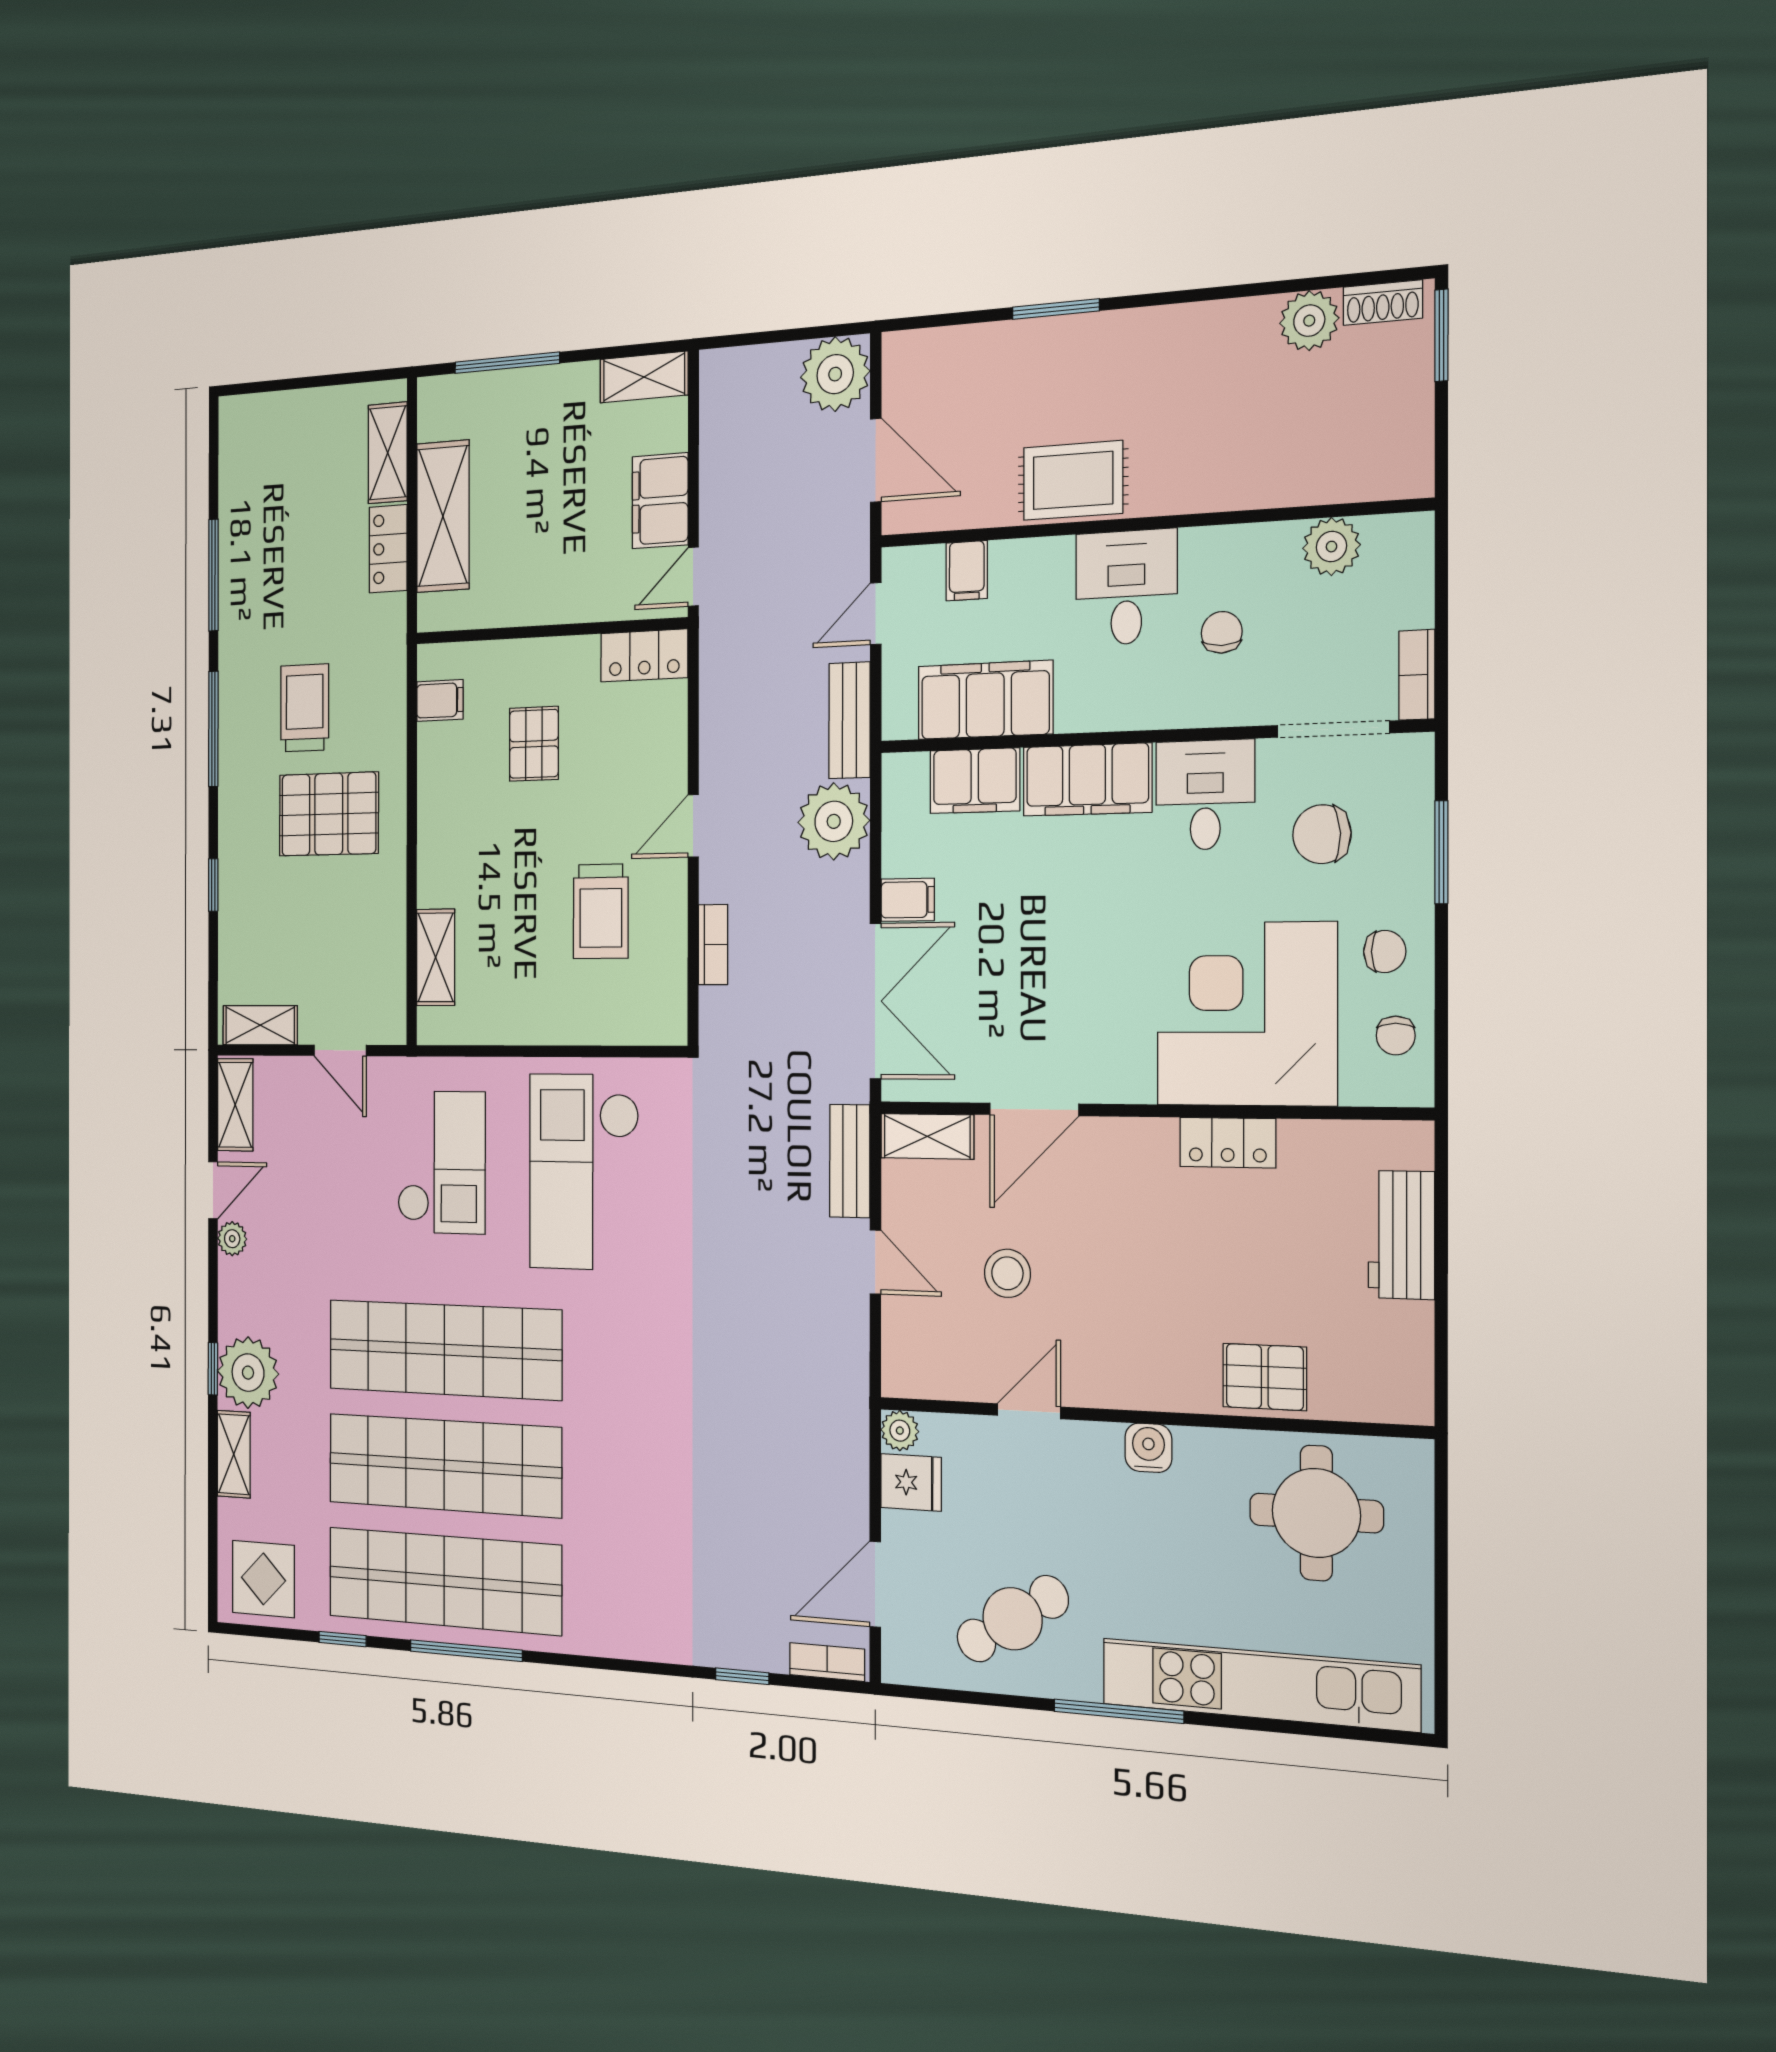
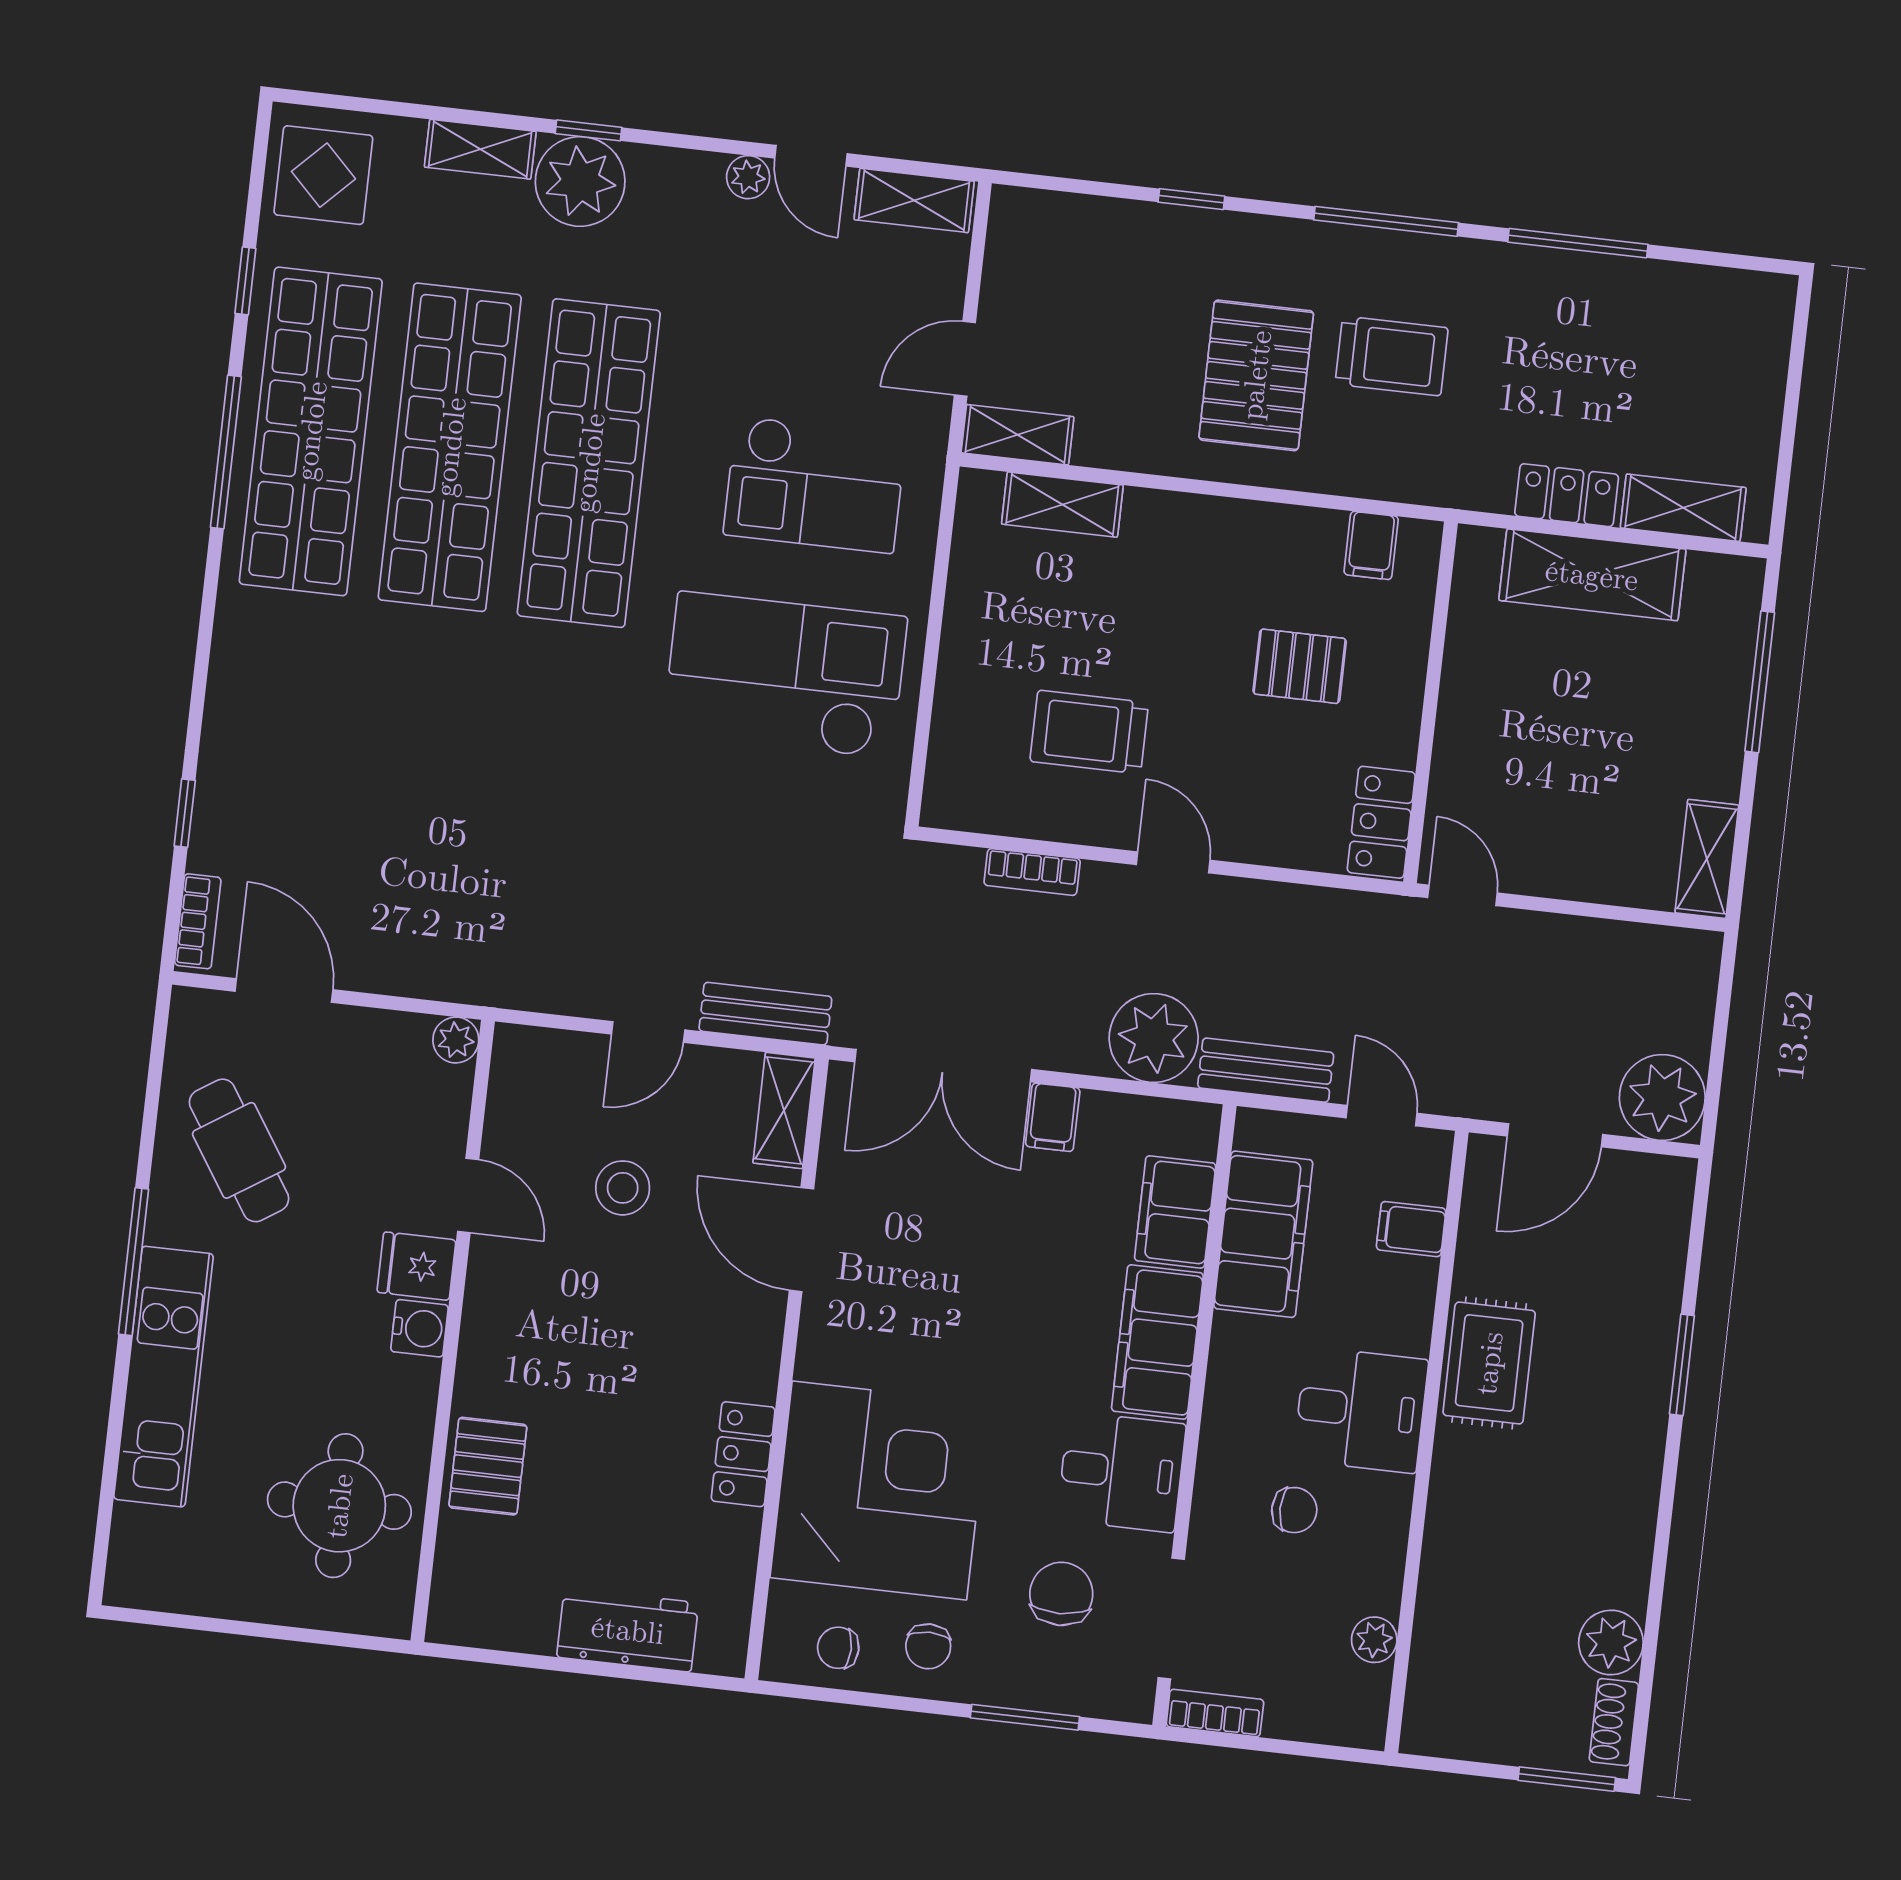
filing cabinet: (660, 501) -> (1558, 863), removed
plant: (1331, 547) -> (1374, 1640), width x0.73, depth x0.73
shelving: (260, 1025) -> (1017, 435), moved, turned 90
fridge: (911, 1482) -> (417, 1266), moved, turned 90
kitchen unit: (1259, 1685) -> (164, 1377), width x0.73

